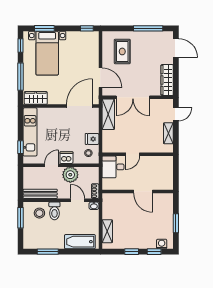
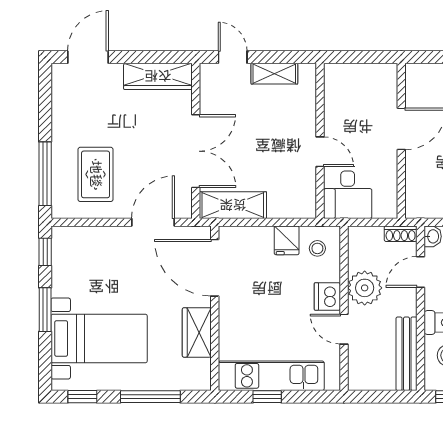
window: (44, 28) -> (45, 310), moved
window: (148, 28) -> (45, 174), moved
rug: (122, 51) -> (96, 174), turned 90
wardrobe: (36, 98) -> (197, 332), moved
window: (21, 147) -> (267, 397), moved

